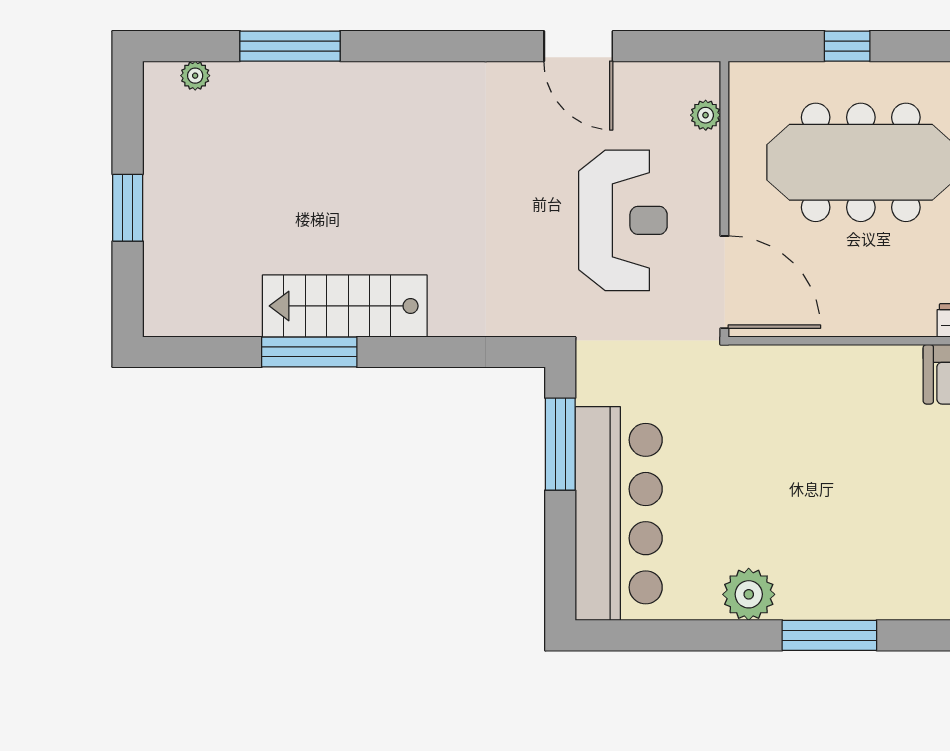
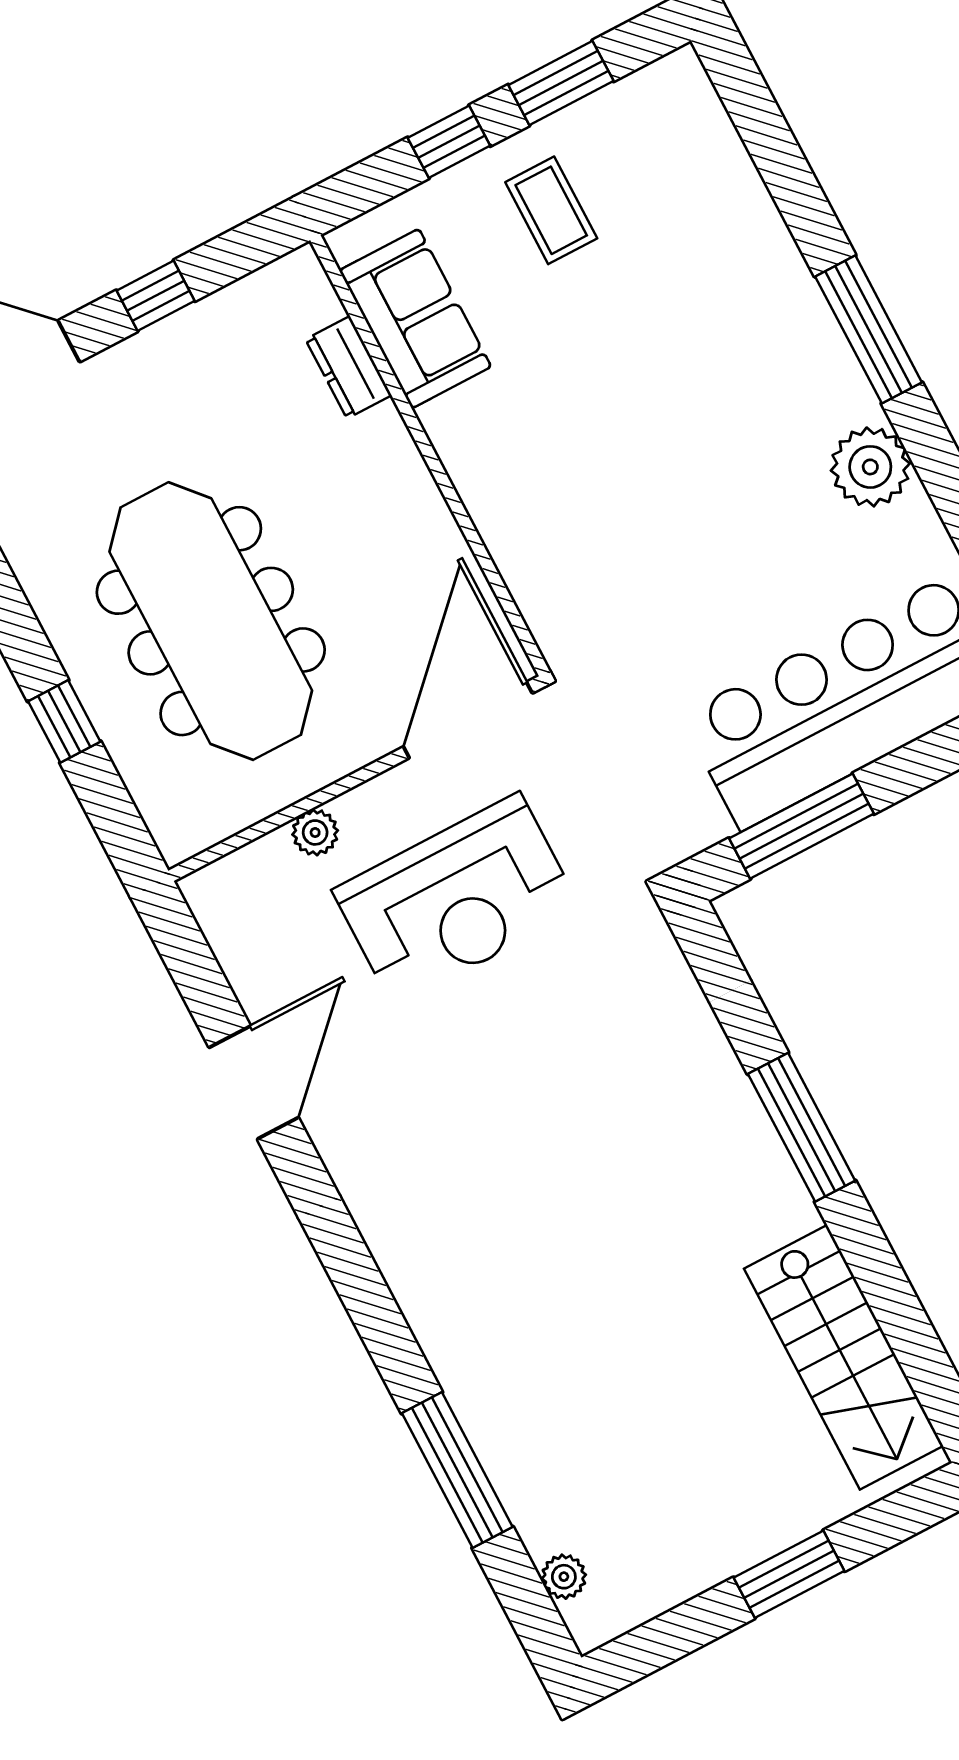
plant: (706, 115) -> (315, 832), moved
reception desk: (623, 220) -> (457, 900), turned 180
stairs: (345, 306) -> (844, 1357), moved
window: (309, 352) -> (802, 1127), moved

